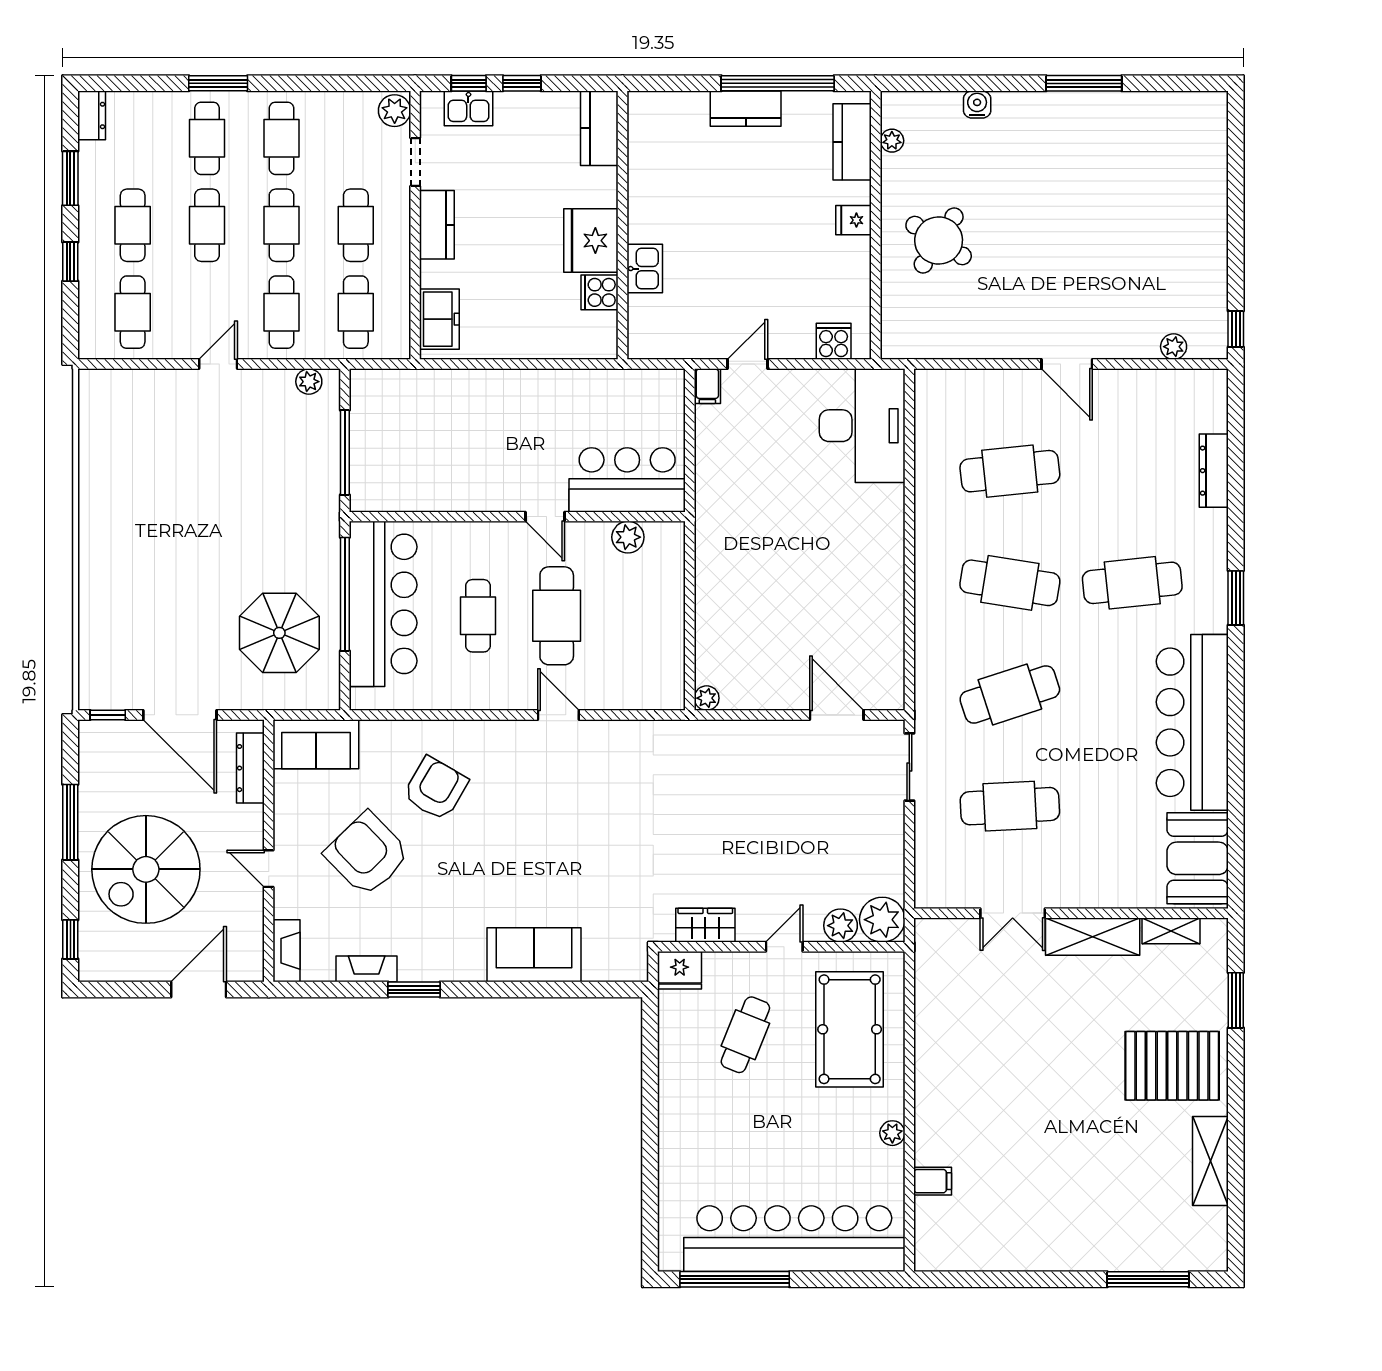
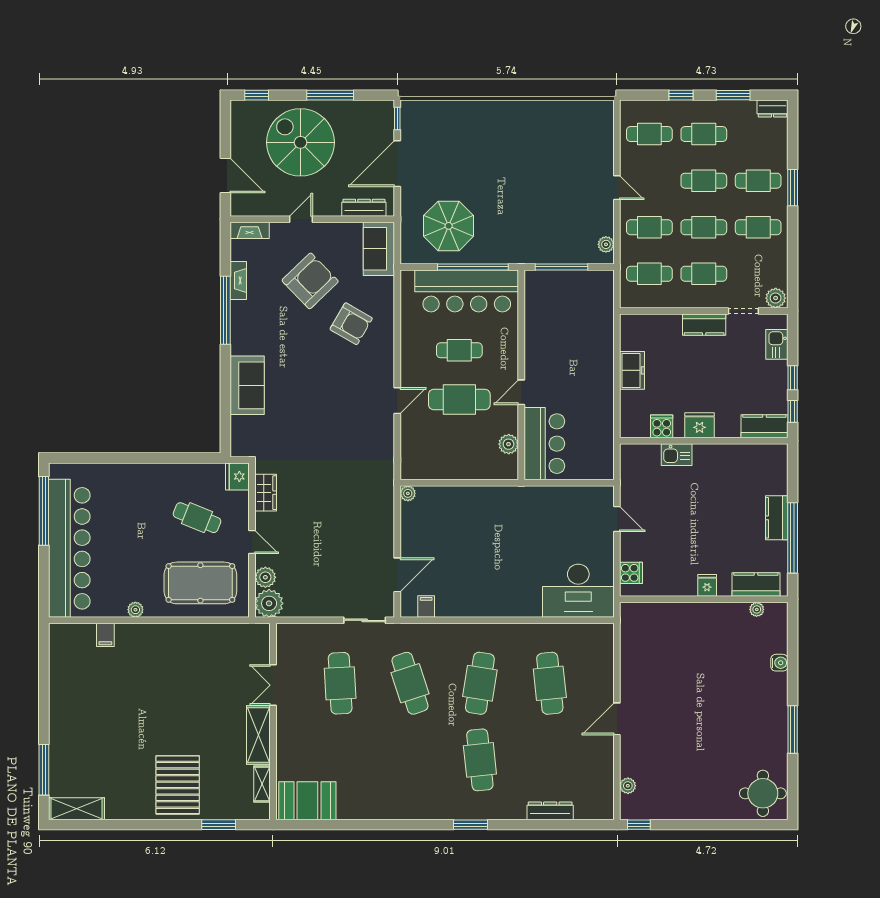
window: (469, 83) -> (793, 411), moved
fridge: (591, 241) -> (700, 425), width x0.73, depth x0.75
round table: (939, 241) -> (763, 793), moved, turned -33
freezer: (439, 319) -> (632, 370), moved, turned -90
filing cabinet: (707, 386) -> (426, 607), moved, turned 90
bar counter: (1192, 722) -> (393, 797), removed
window: (414, 990) -> (225, 310), width x2.11
shelving: (1210, 1161) -> (76, 809), moved

